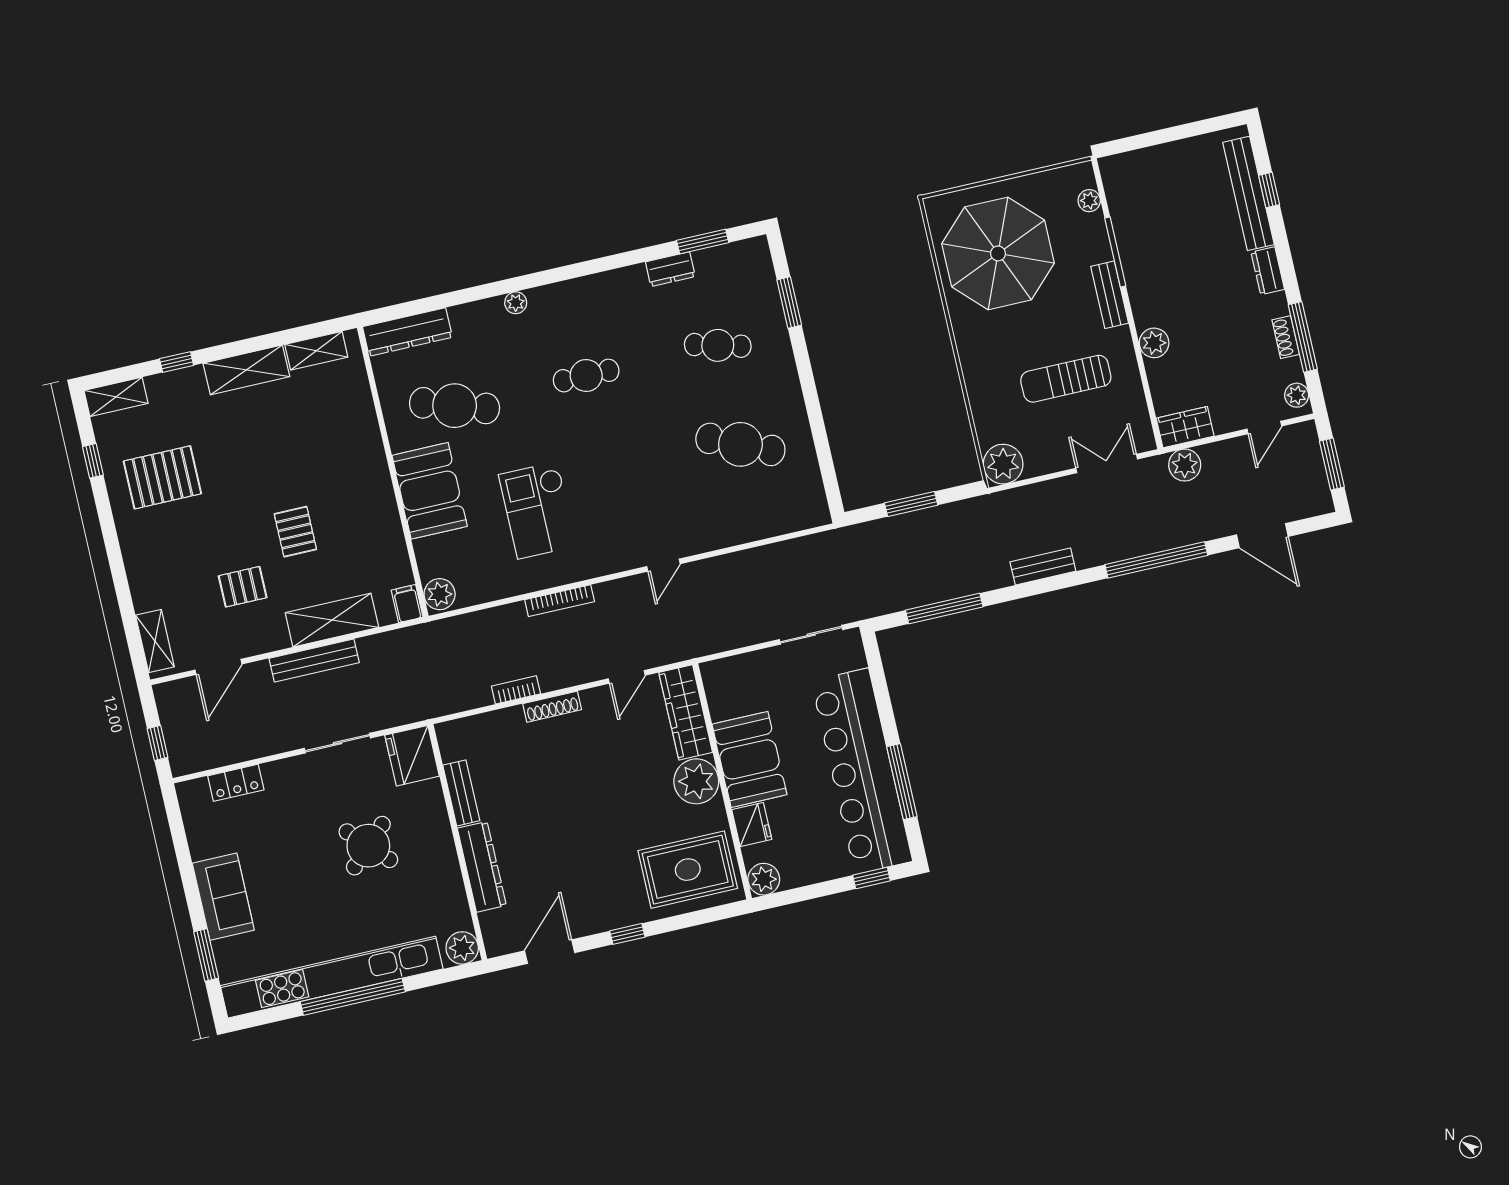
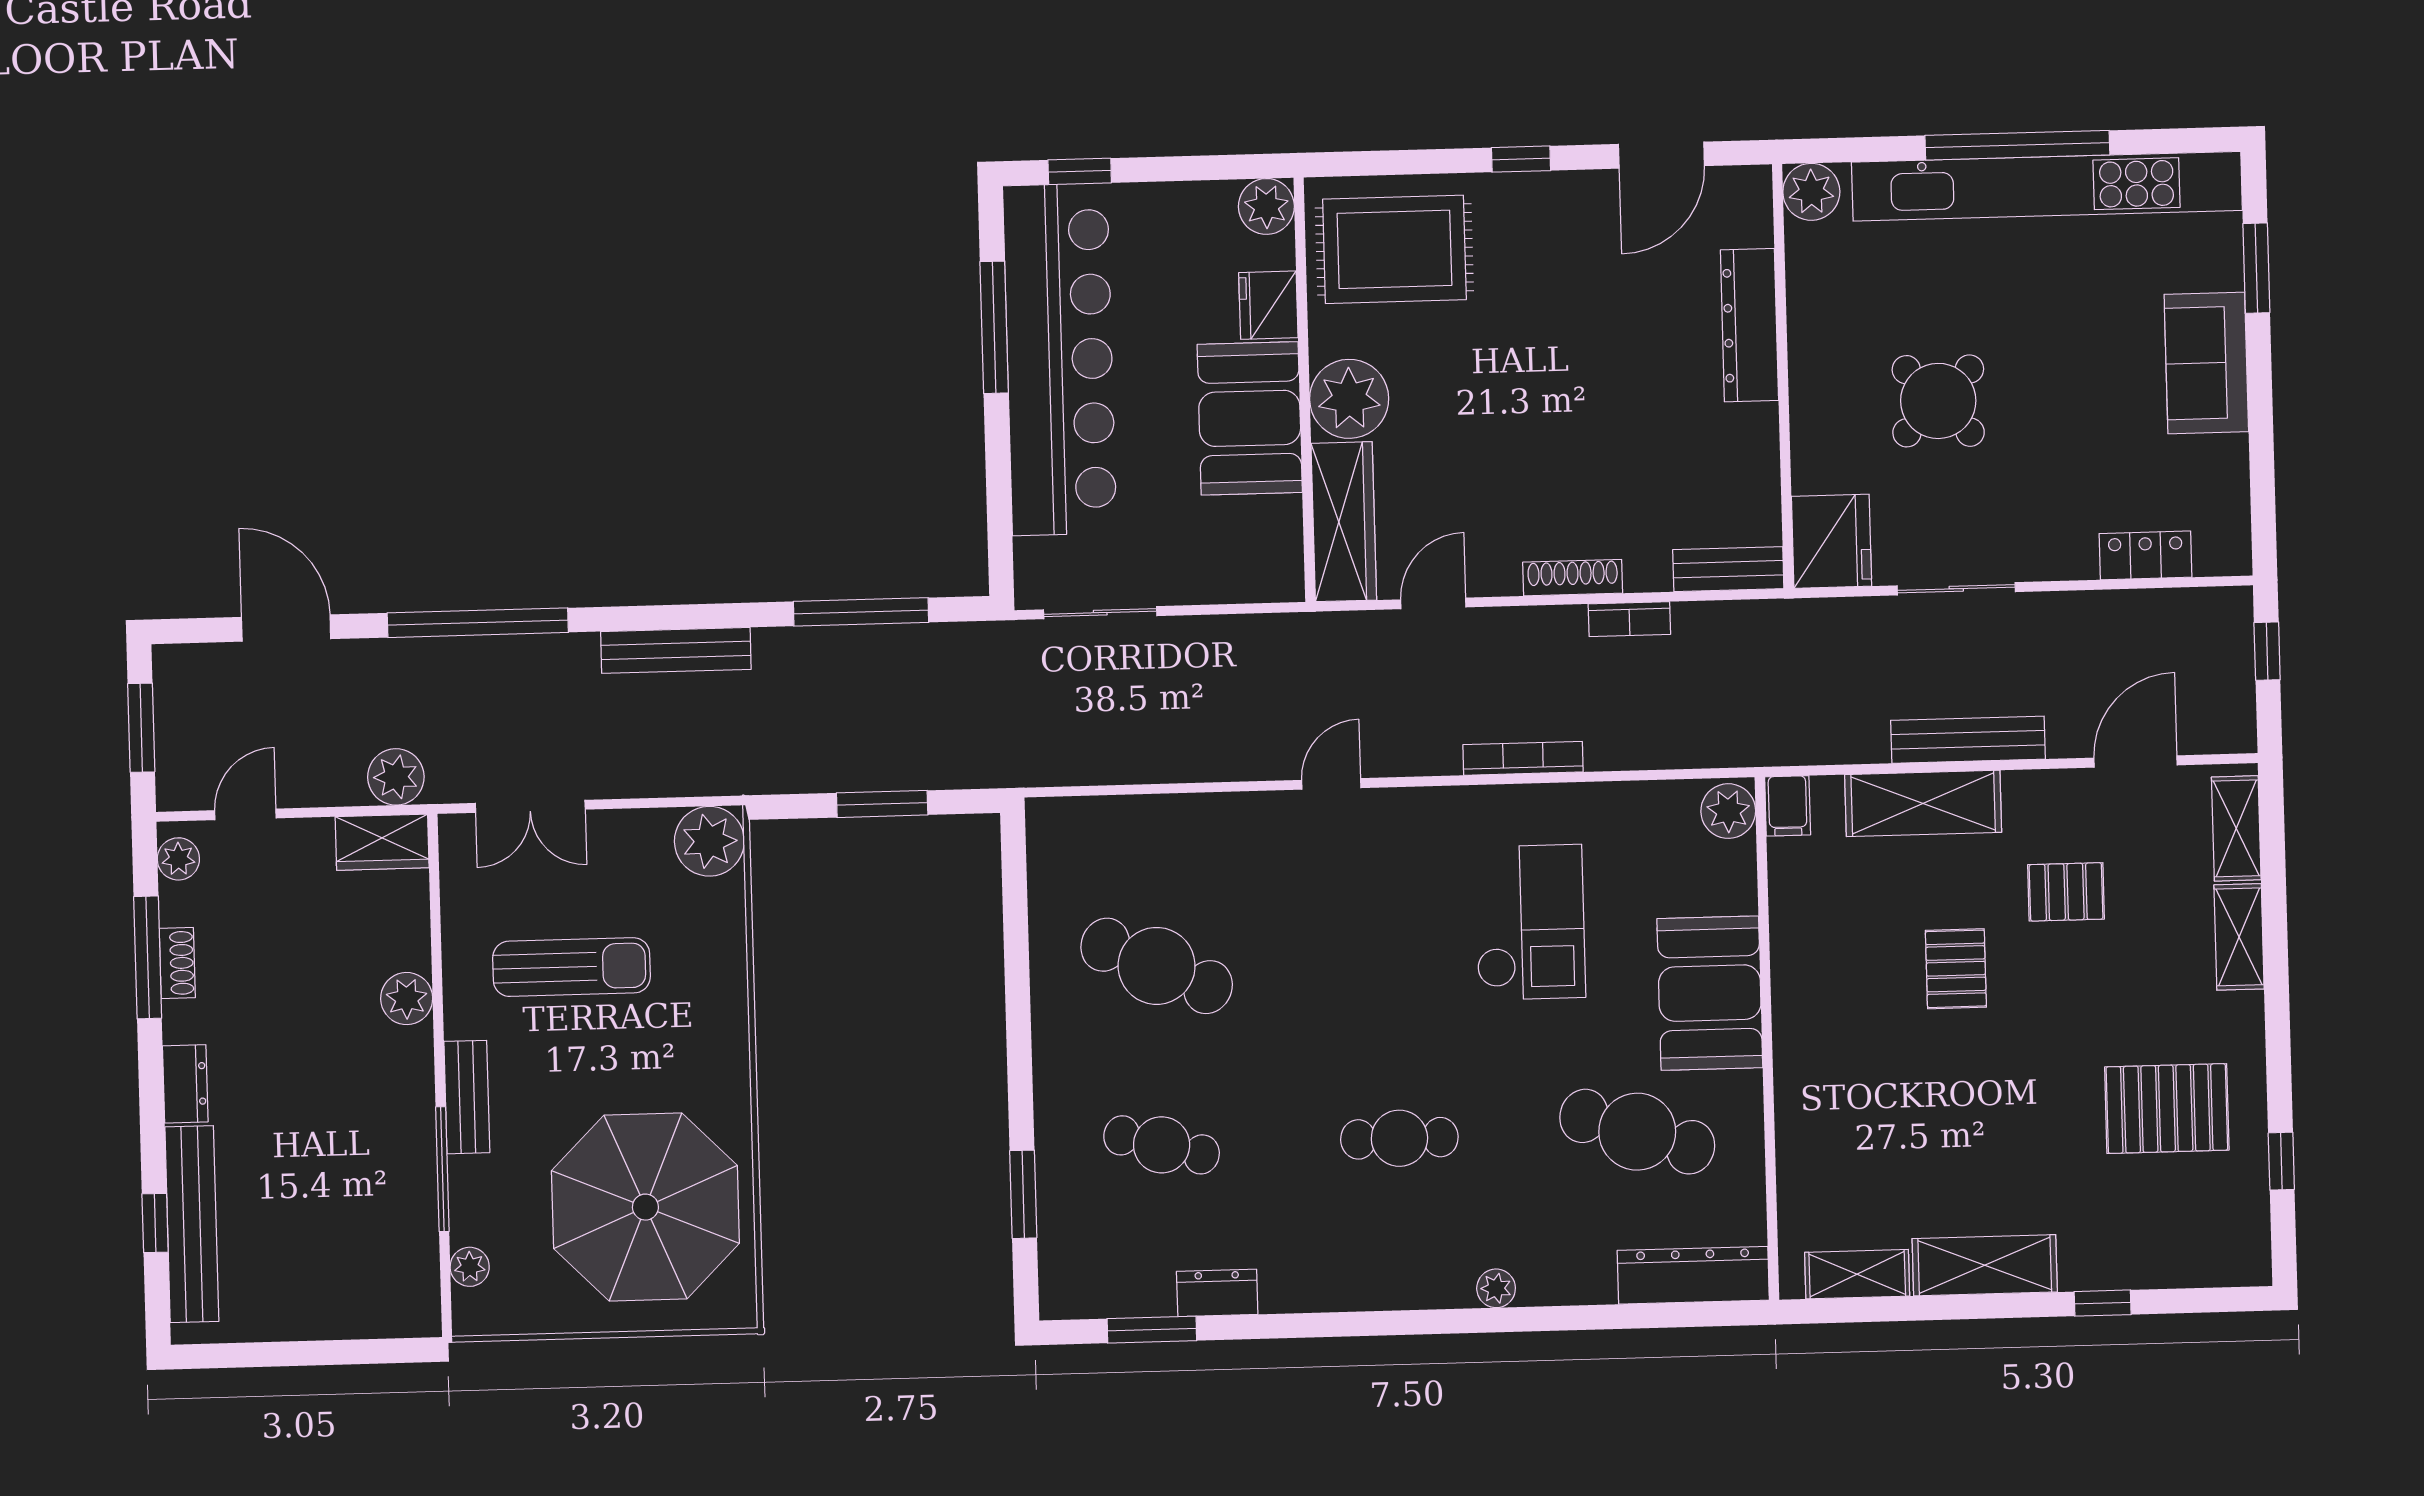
shelving: (116, 397) -> (2239, 937), moved, turned 90
bench: (1043, 567) -> (676, 650), width x1.36
bench: (461, 793) -> (1728, 569), moved, turned 90

